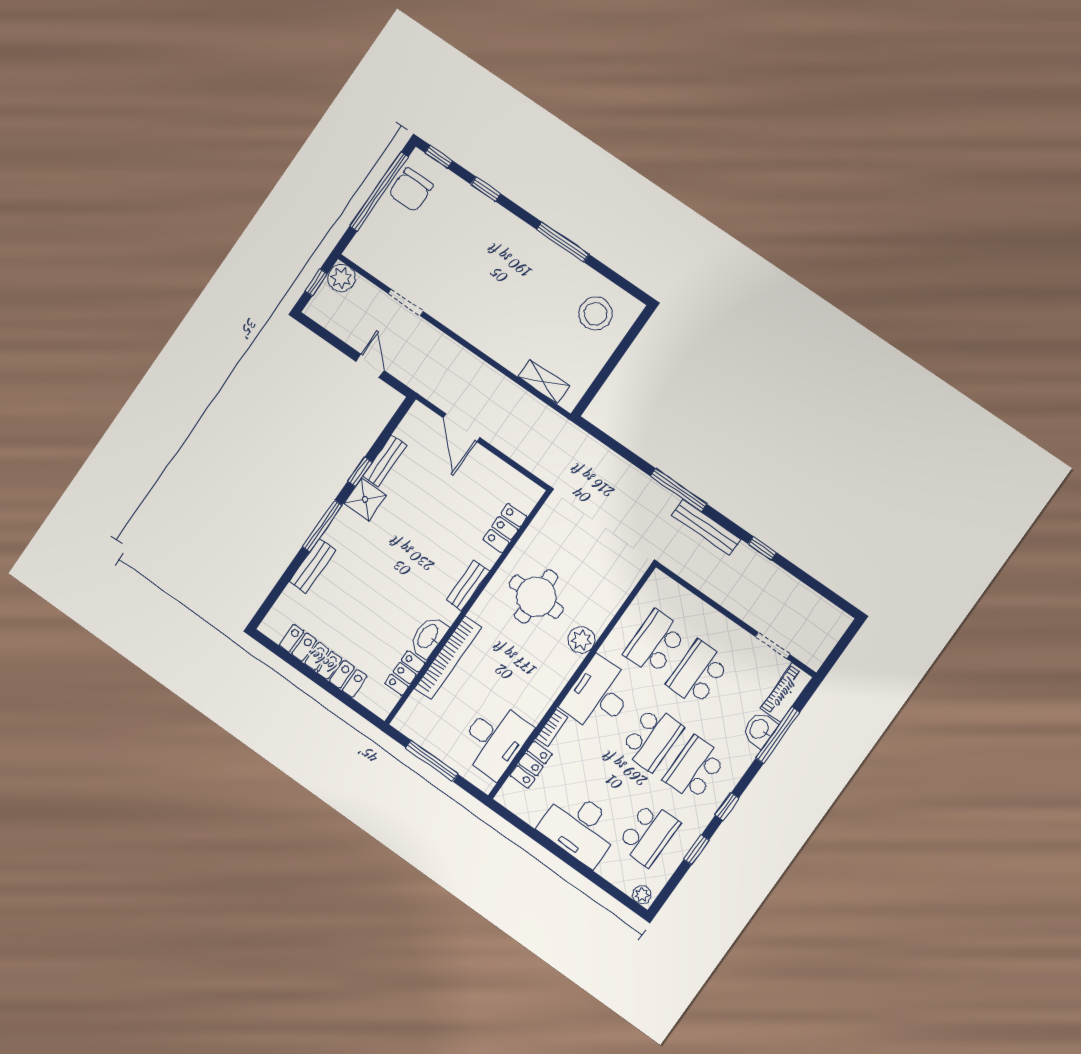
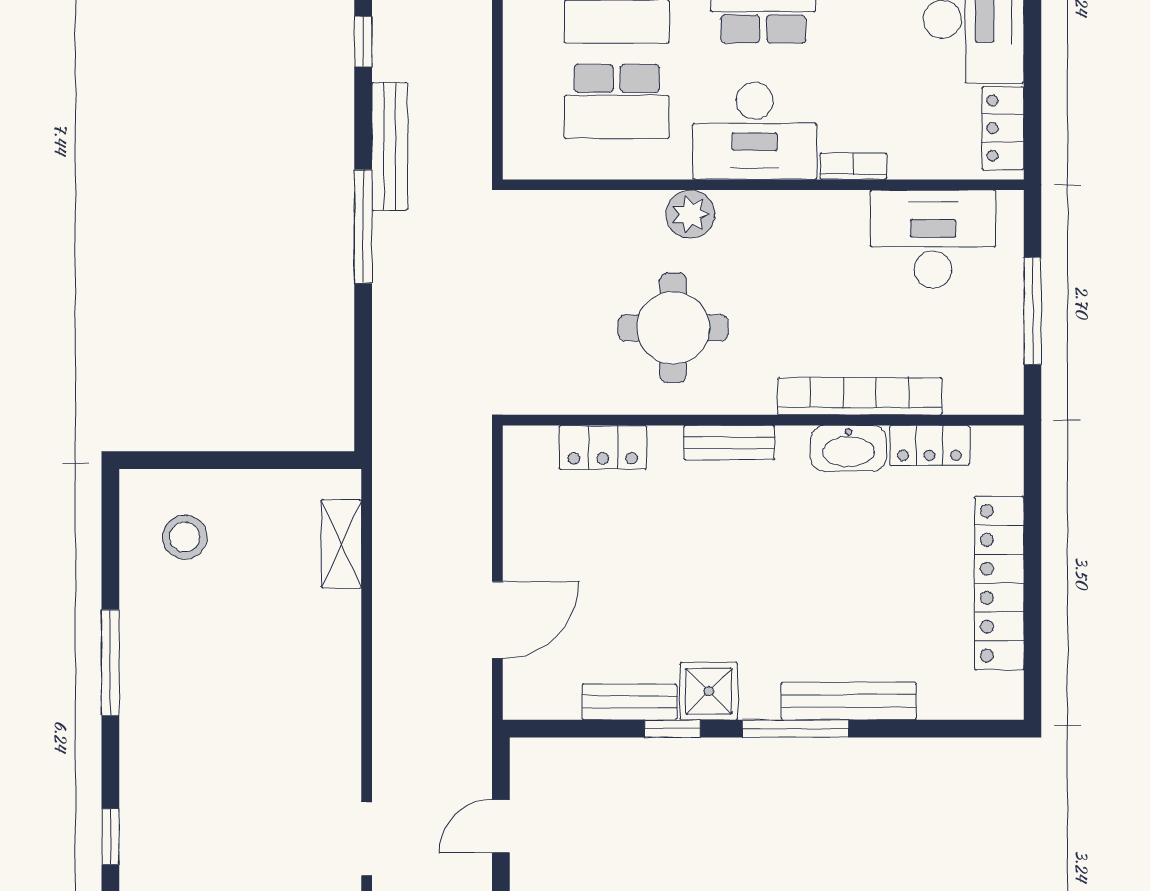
stool: (596, 314) -> (185, 537), width x0.73, depth x0.73
bench: (312, 566) -> (849, 701), width x1.36
locker: (531, 765) -> (1003, 128), moved, turned -90

